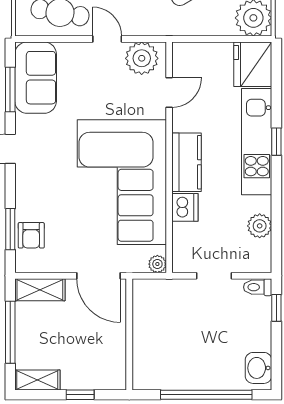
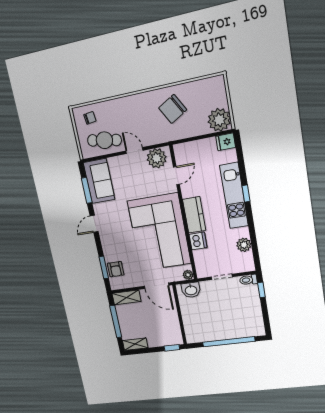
fridge: (253, 64) -> (226, 142), width x0.53, depth x0.75
washbasin: (259, 368) -> (191, 290), moved, turned -90
window: (80, 395) -> (172, 348), moved

